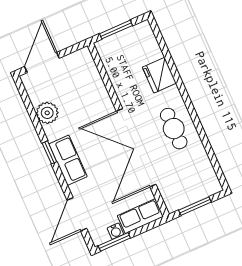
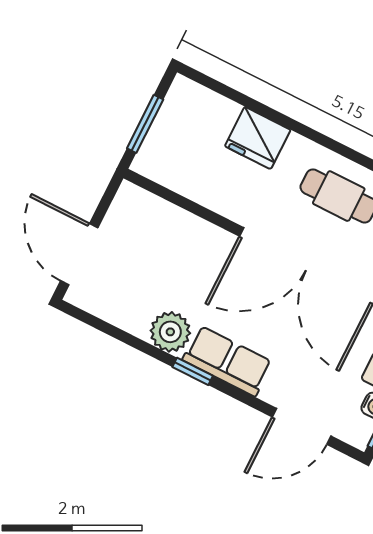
plant: (47, 113) -> (170, 332), moved
door: (77, 214) -> (302, 426), hinge flipped

